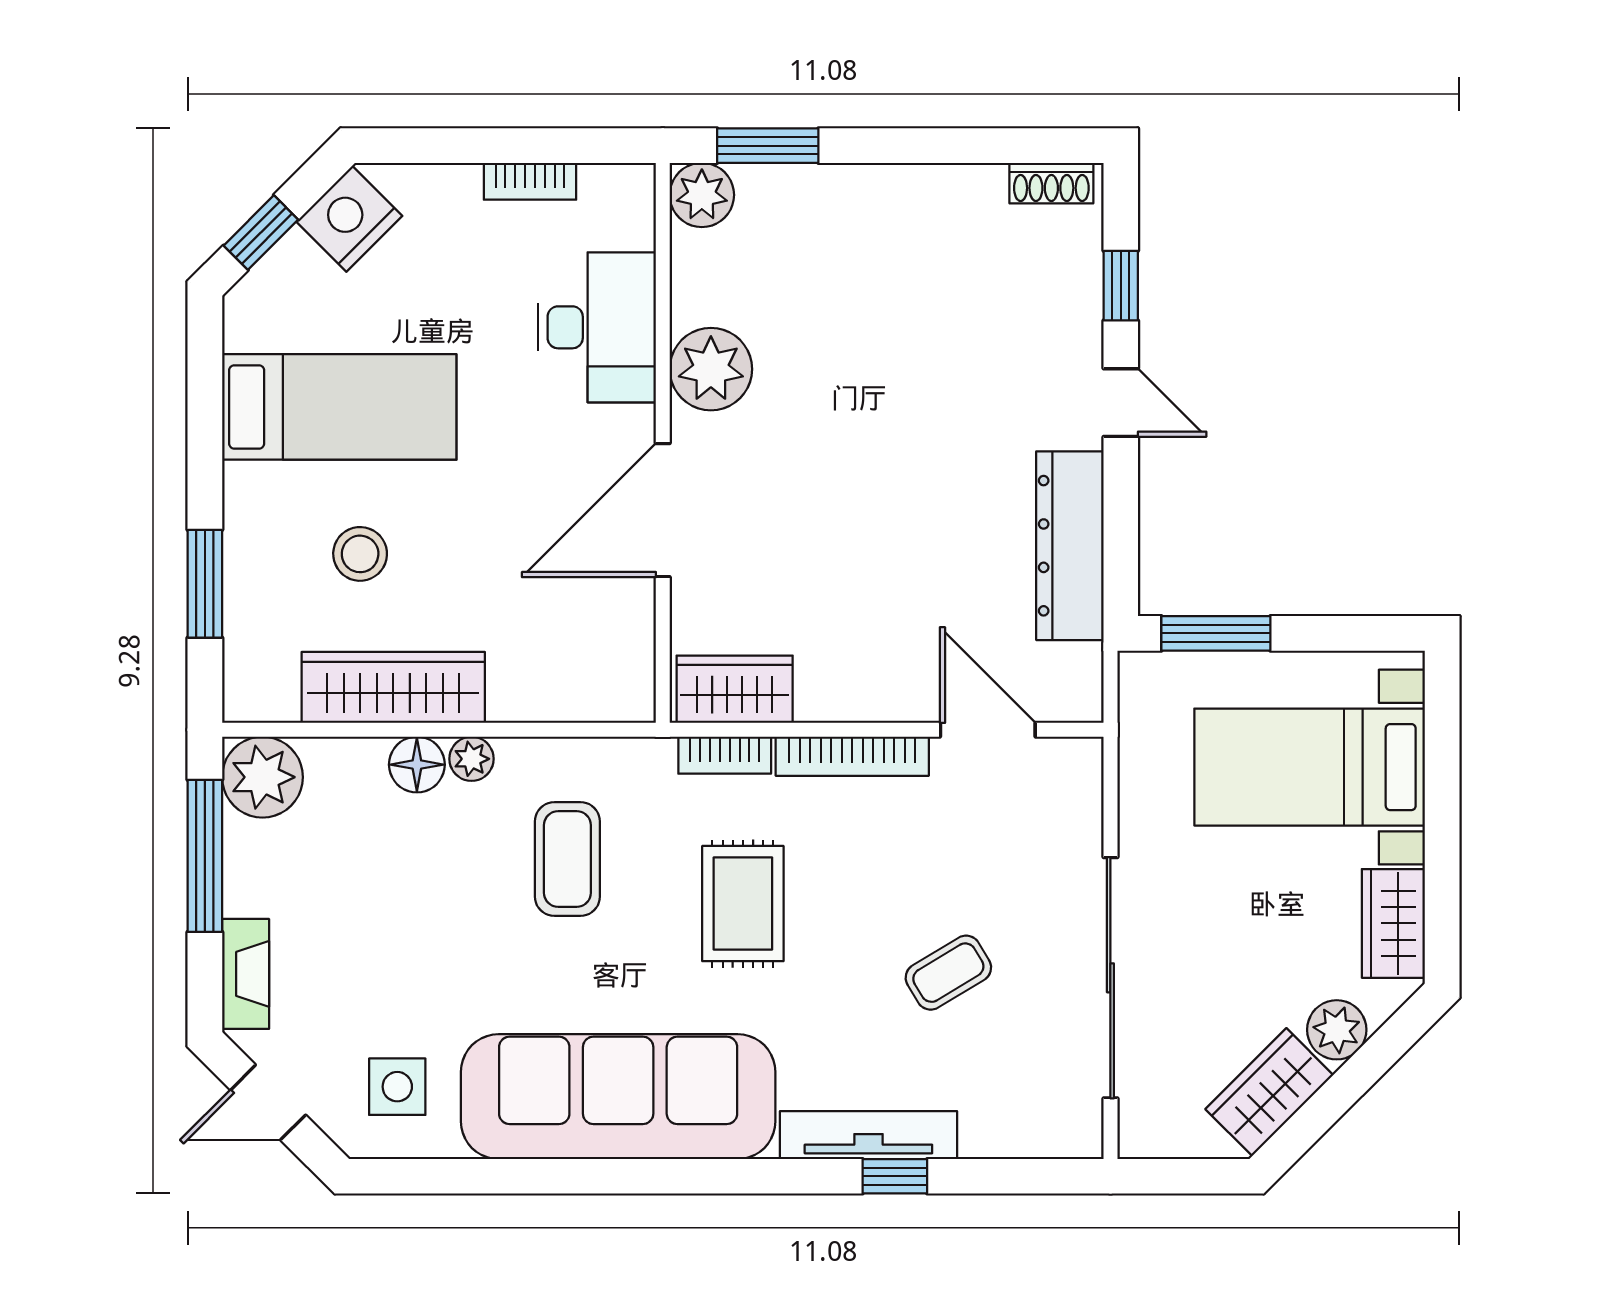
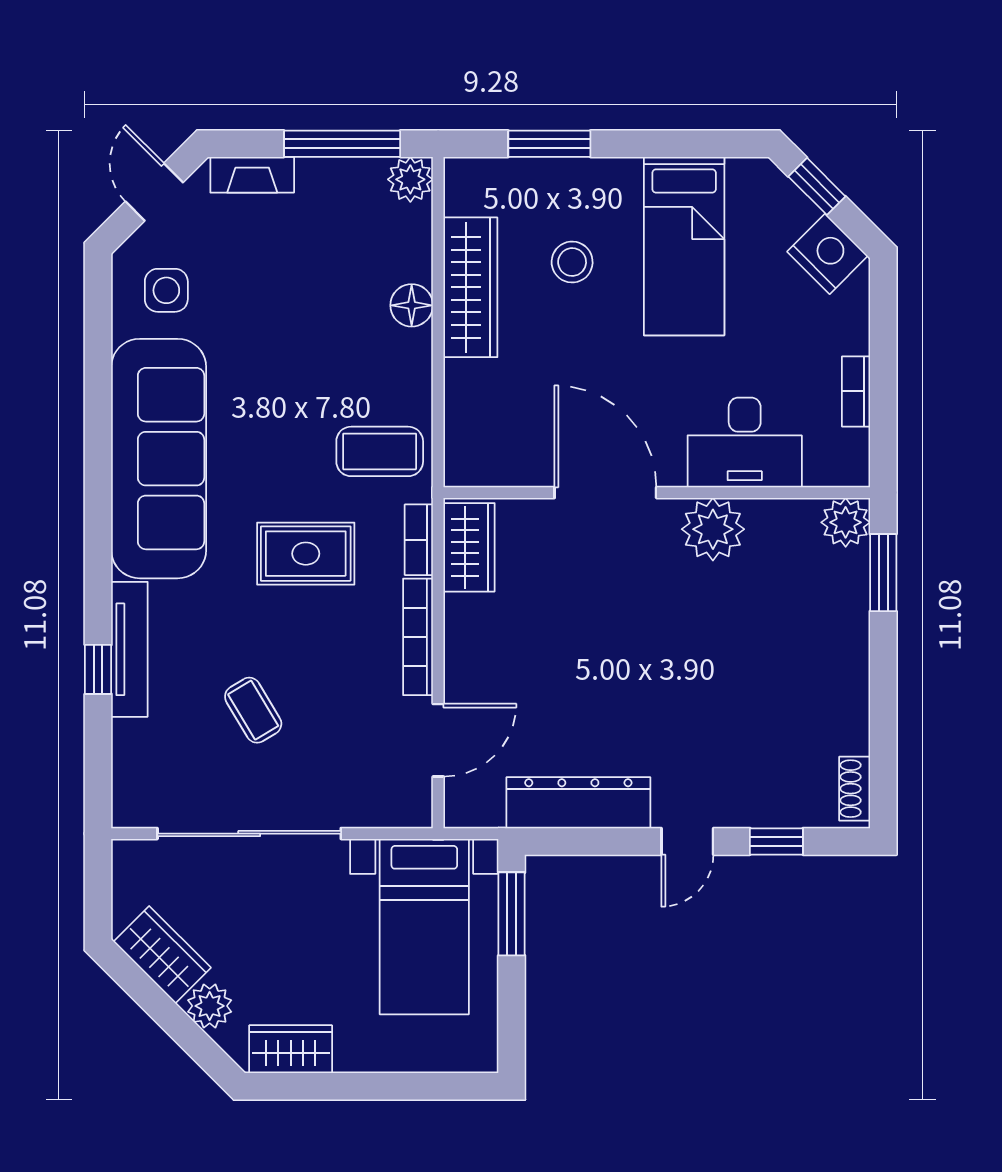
plant: (472, 759) -> (416, 347), removed
bed with nightstands: (1310, 767) -> (424, 927), moved, turned 180
plant: (262, 777) -> (410, 179), width x0.73, depth x0.73
coffee table: (567, 859) -> (380, 451), moved

